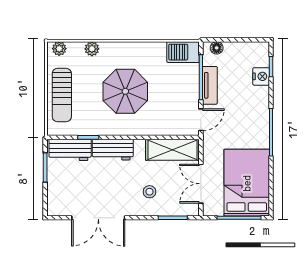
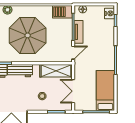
nightstand: (261, 76) -> (110, 13), moved
parasol: (125, 91) -> (28, 35), width x1.36, depth x1.36
bed: (247, 183) -> (105, 91), width x0.67

